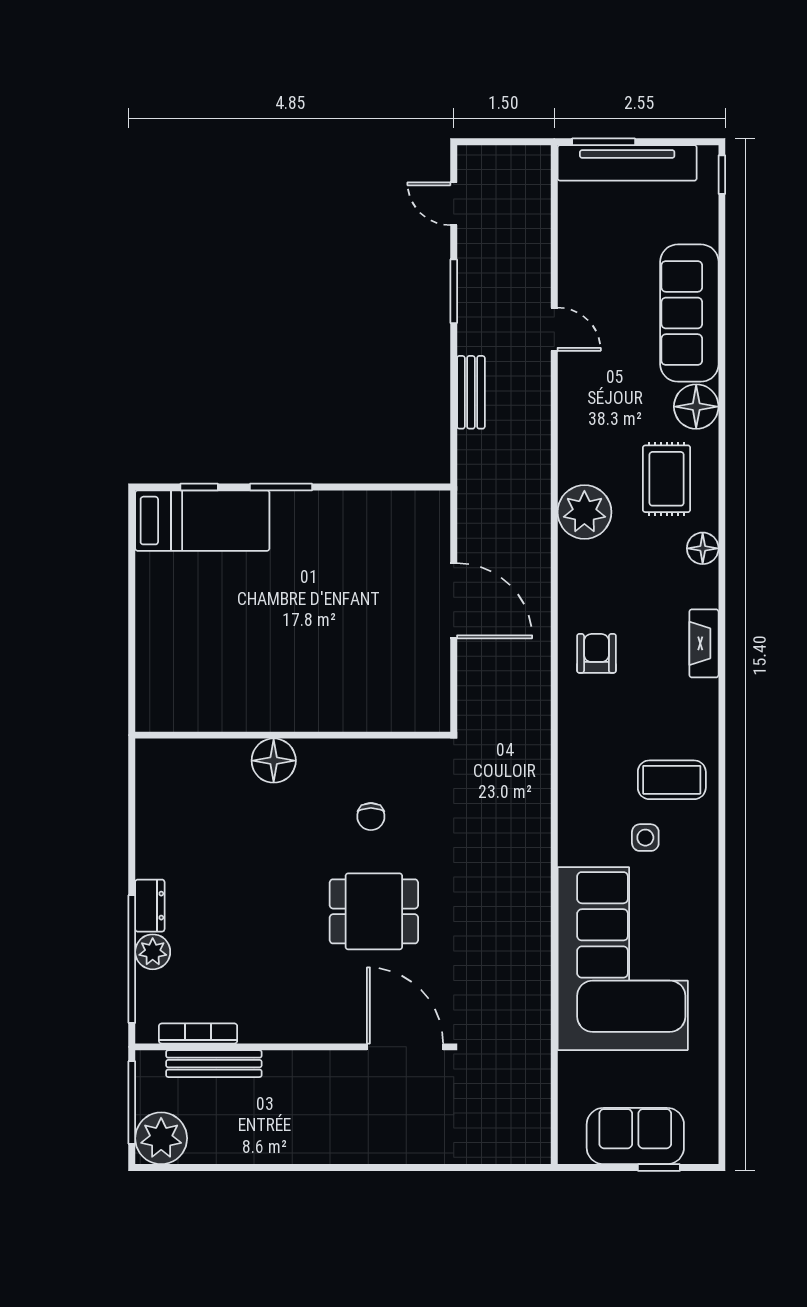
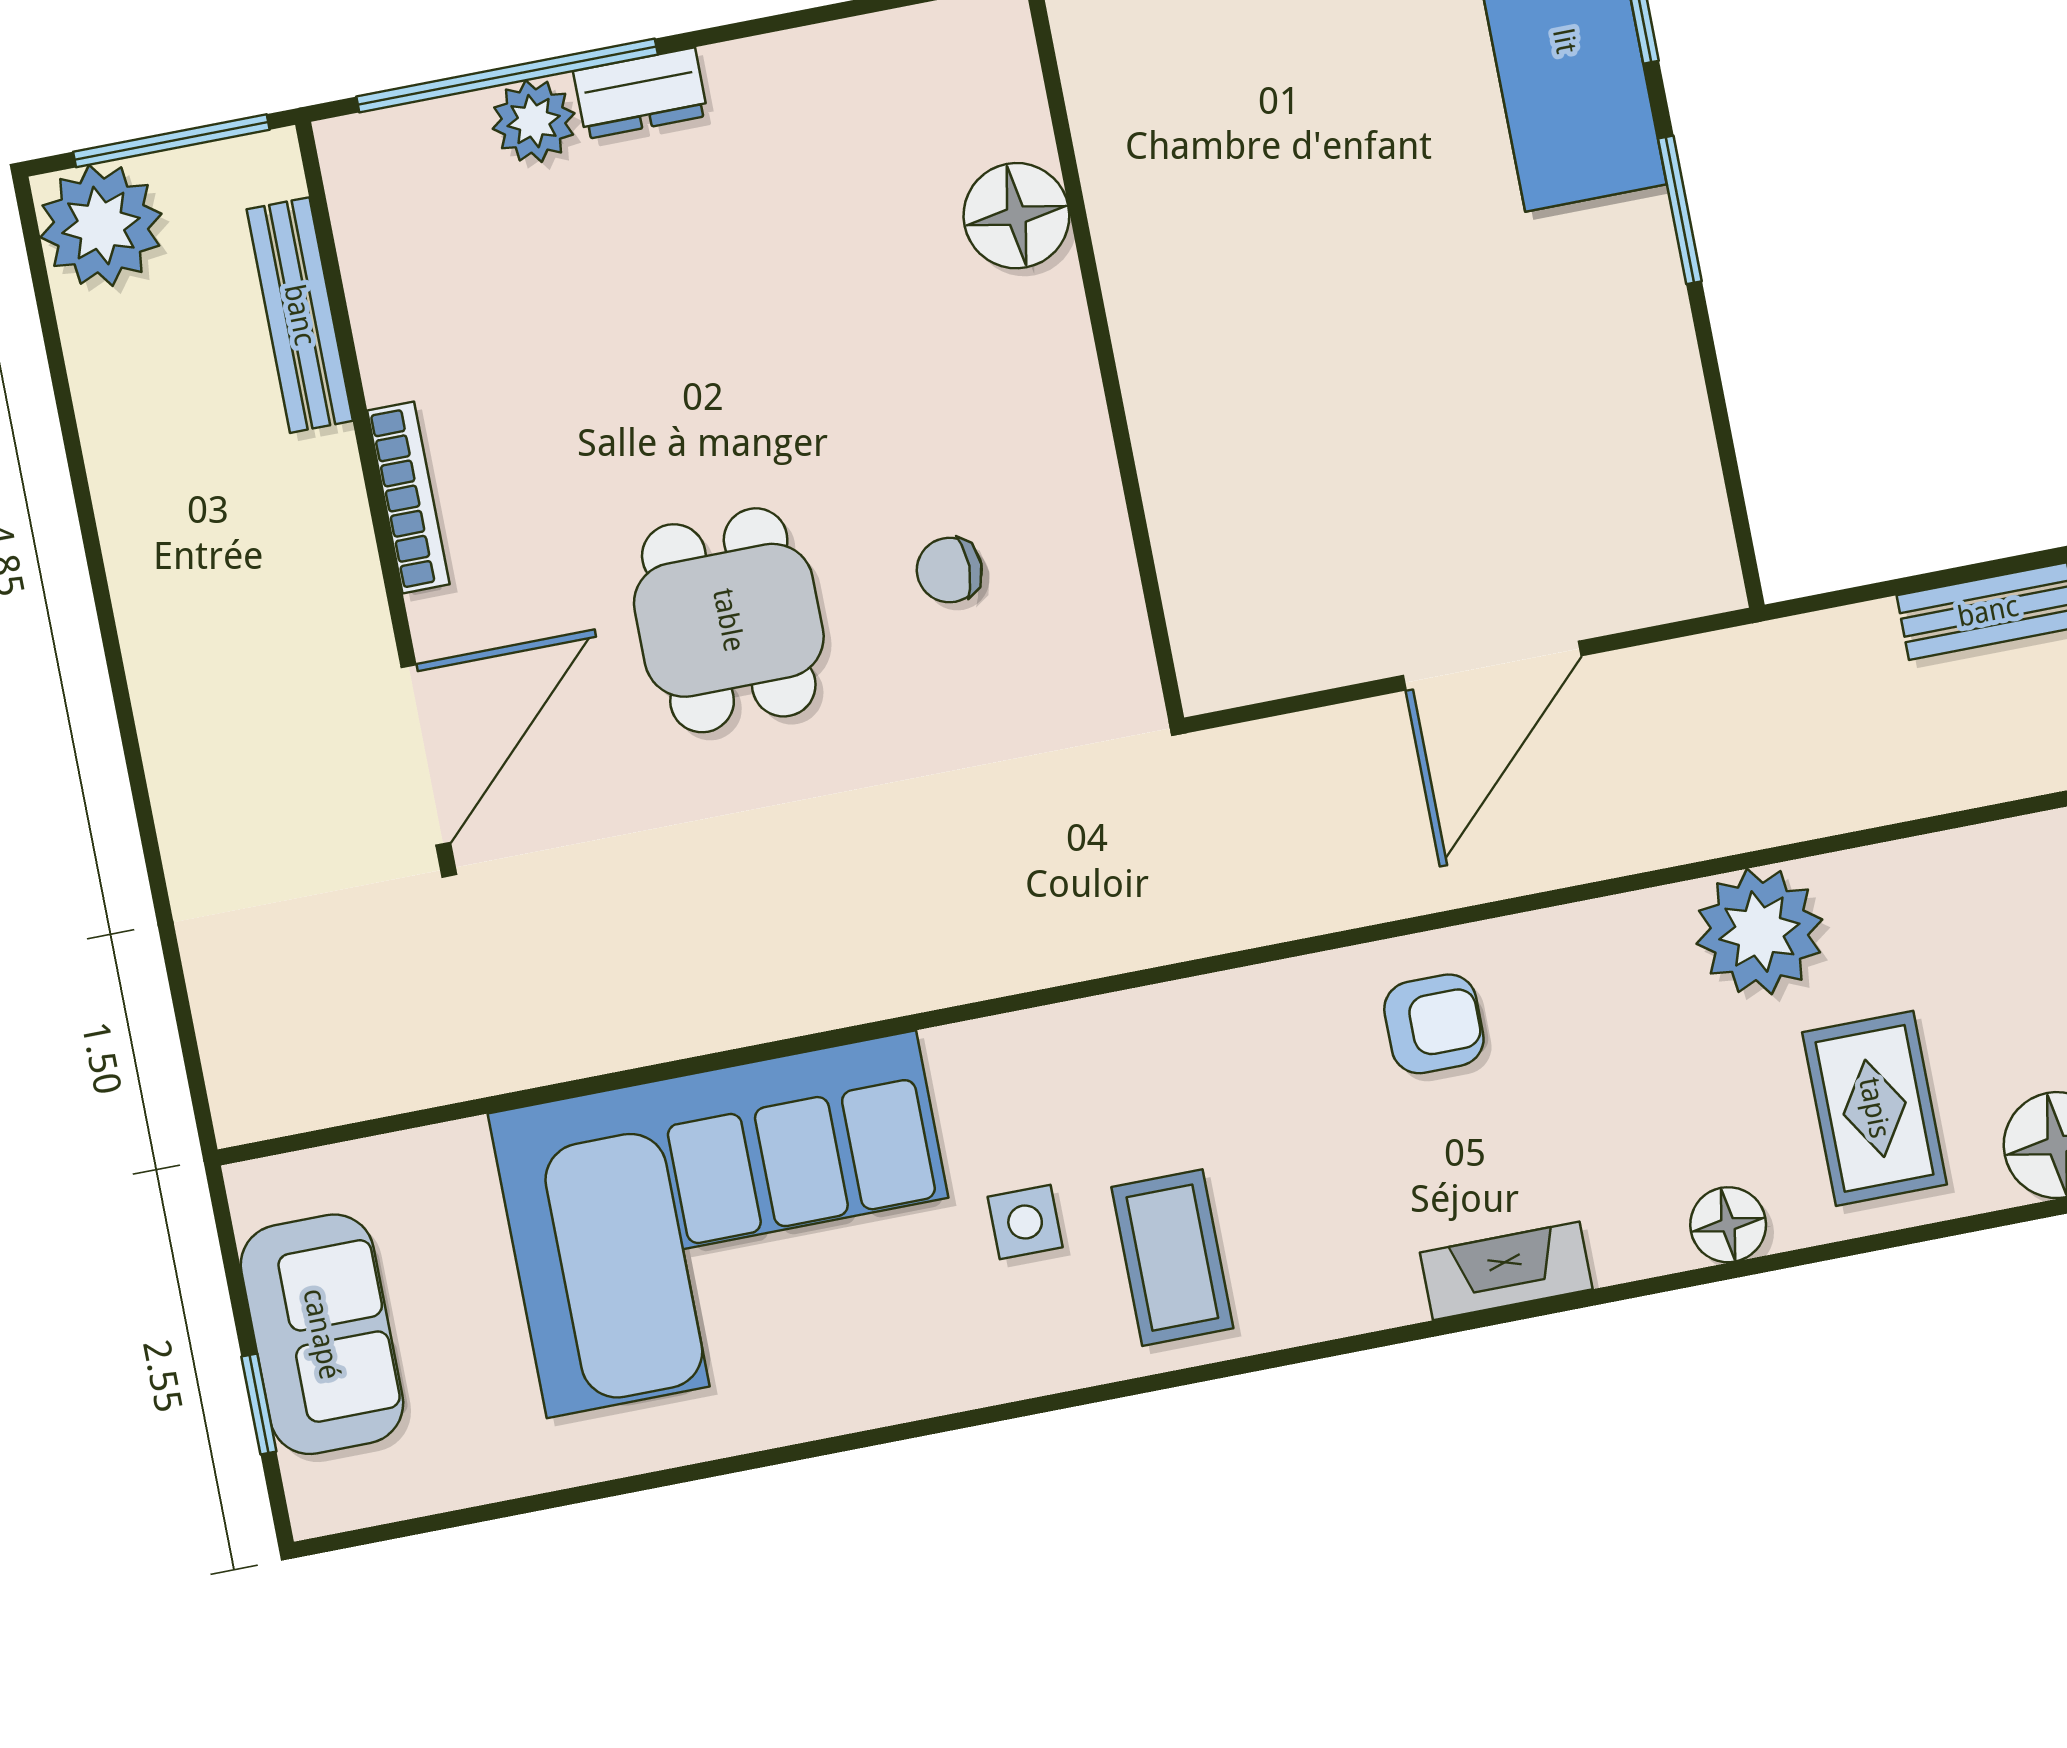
rug: (667, 479) -> (1875, 1108), turned 90
floor lamp: (274, 761) -> (1016, 216), moved
bookcase: (198, 1034) -> (408, 497), moved

